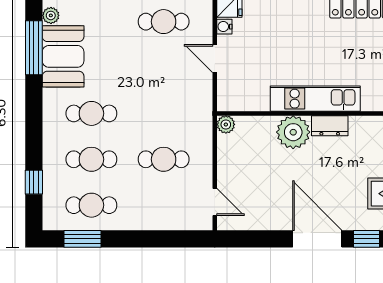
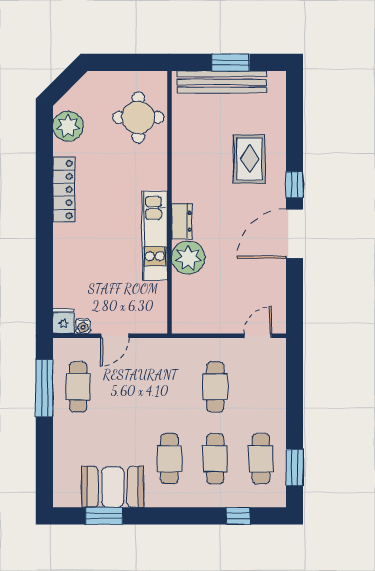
plant: (51, 15) -> (72, 499), removed
window: (34, 48) -> (104, 516), width x0.69
plant: (226, 124) -> (181, 325), removed

